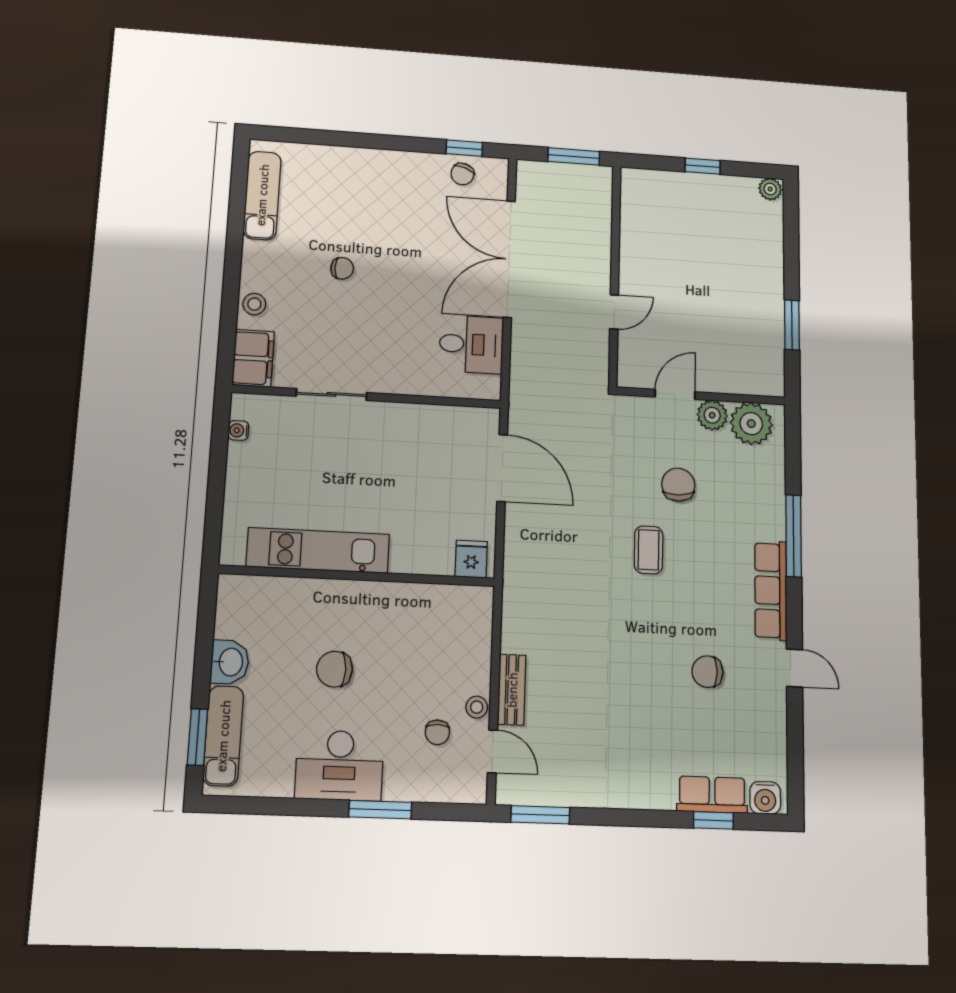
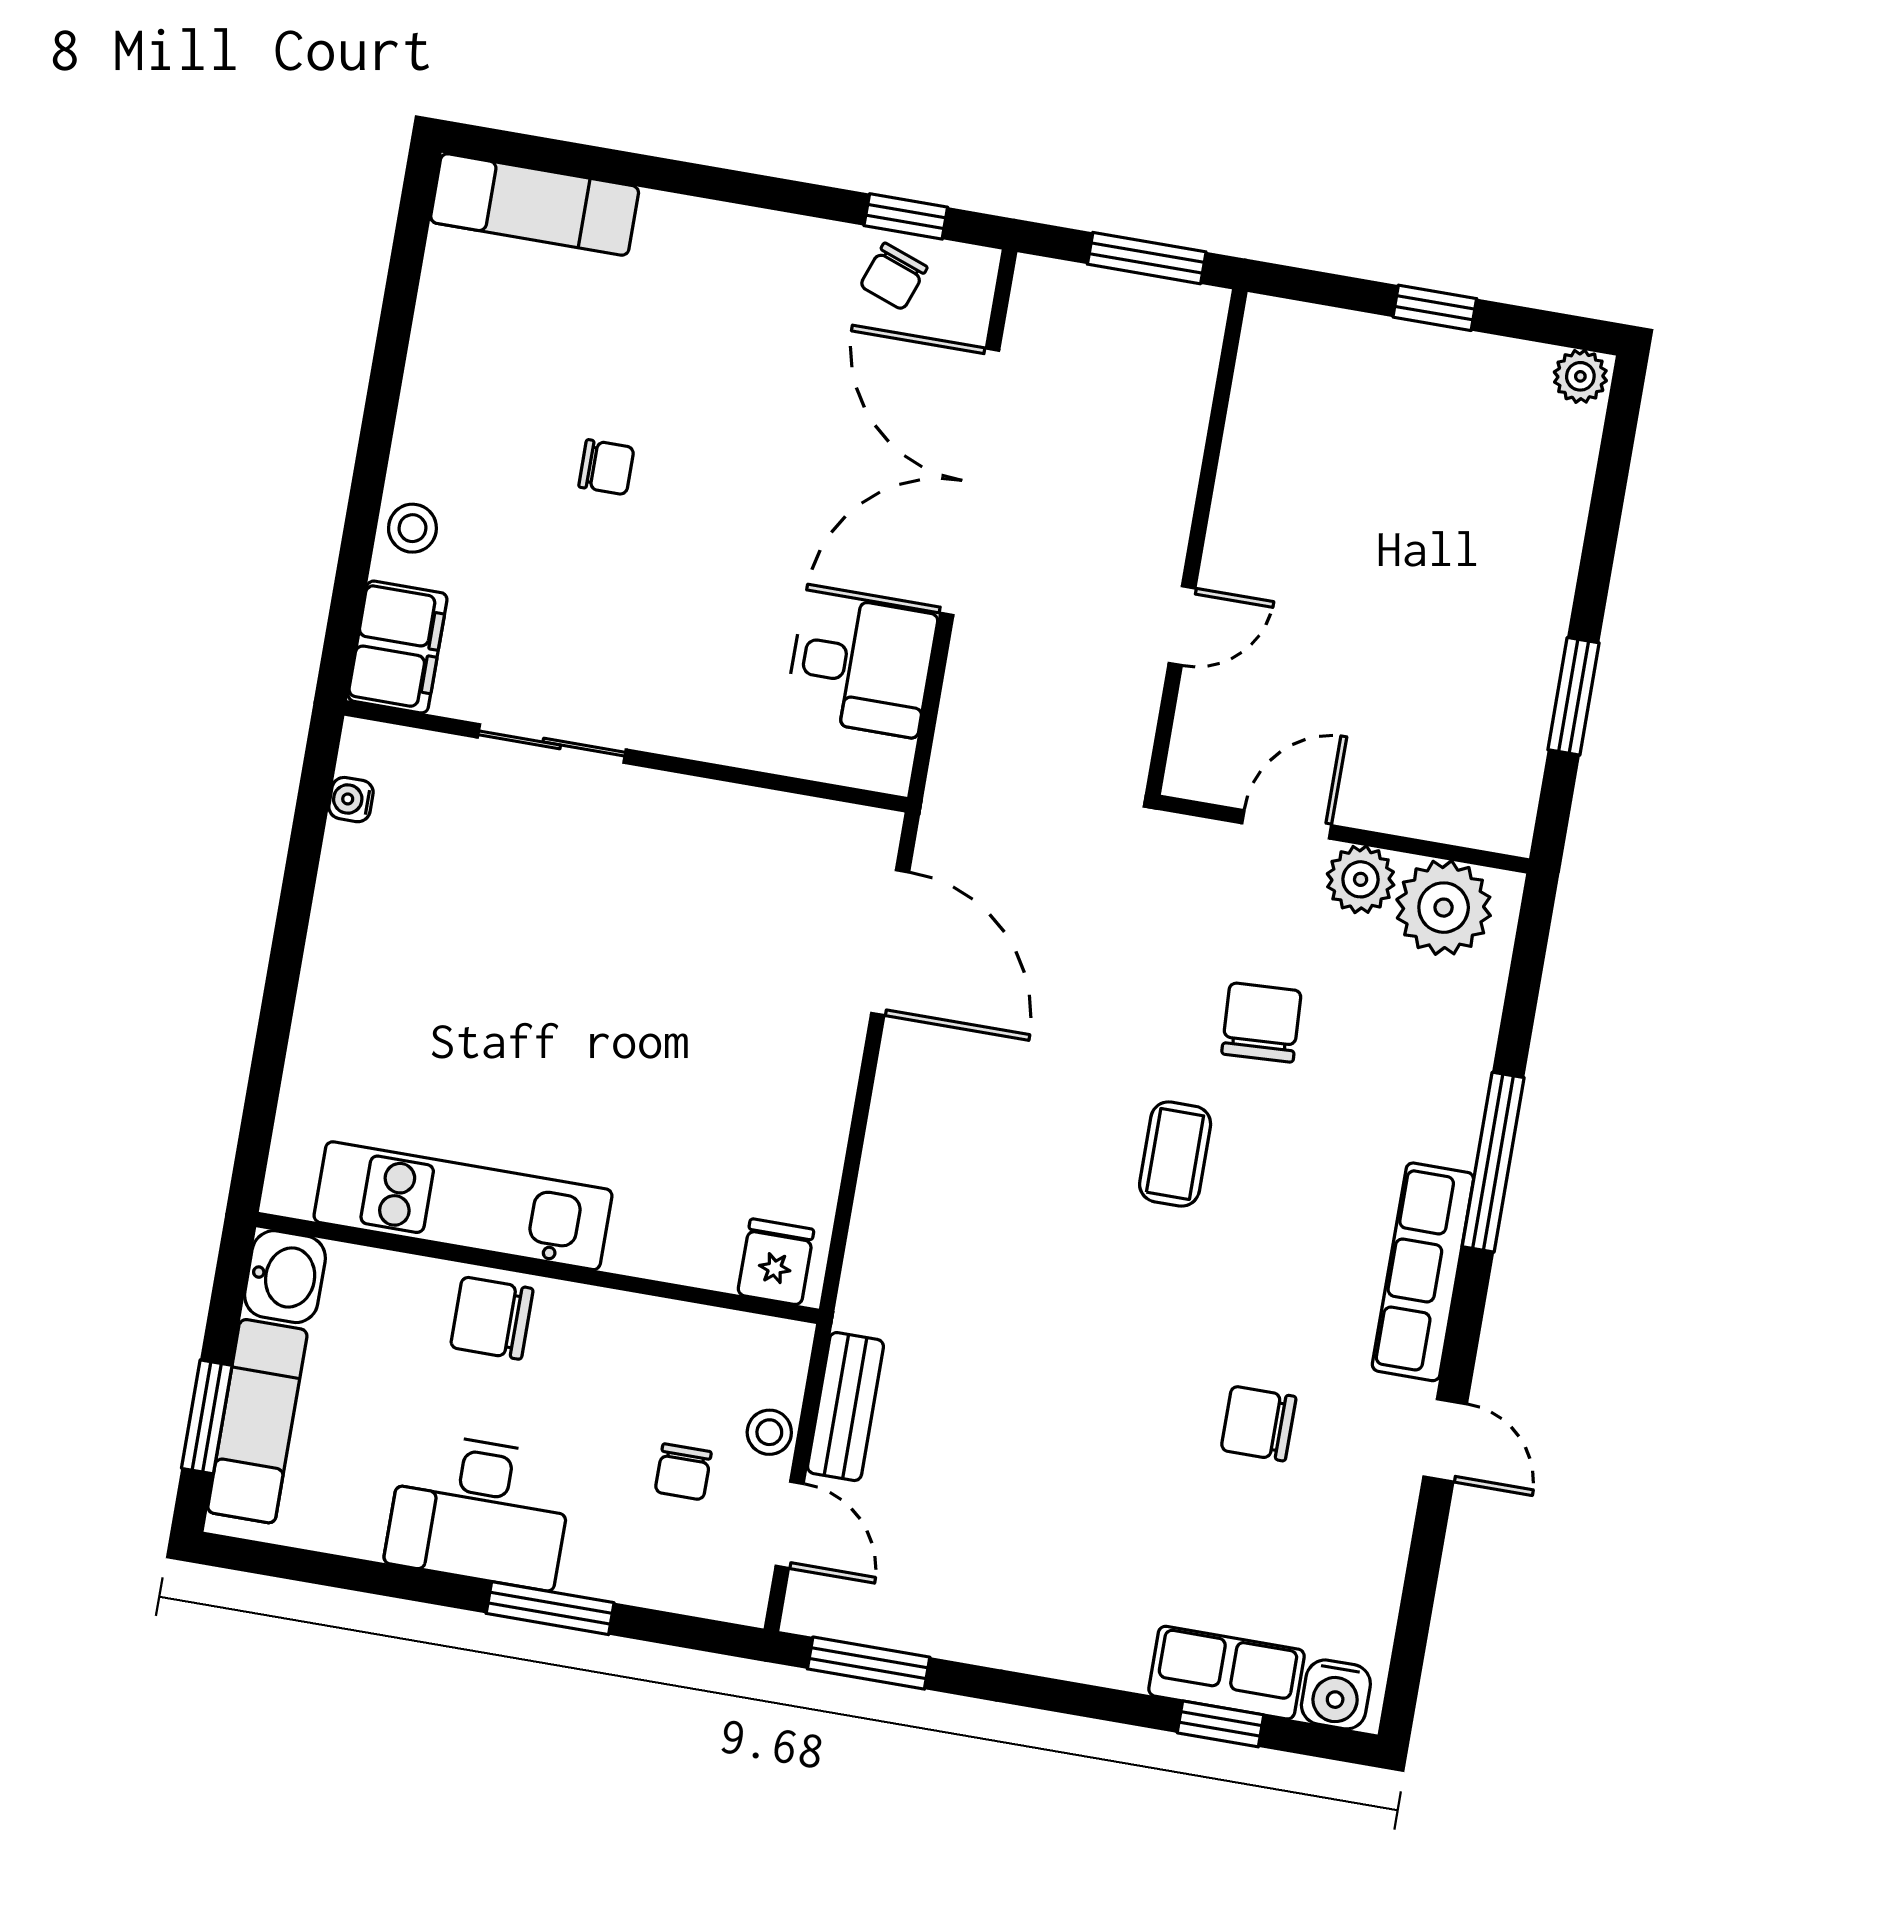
exam couch: (262, 195) -> (535, 205), moved, turned 90
kitchen unit: (318, 550) -> (463, 1206), moved
fridge: (471, 559) -> (776, 1262), moved
wall: (358, 576) -> (537, 1268), moved

